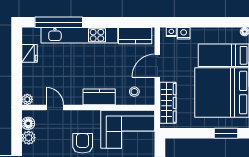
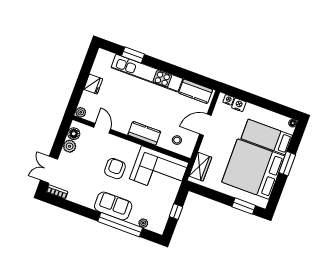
window: (59, 22) -> (133, 55), width x0.47
fridge: (29, 53) -> (93, 84), moved
wardrobe: (168, 103) -> (200, 167), width x0.67

